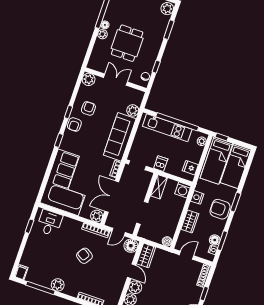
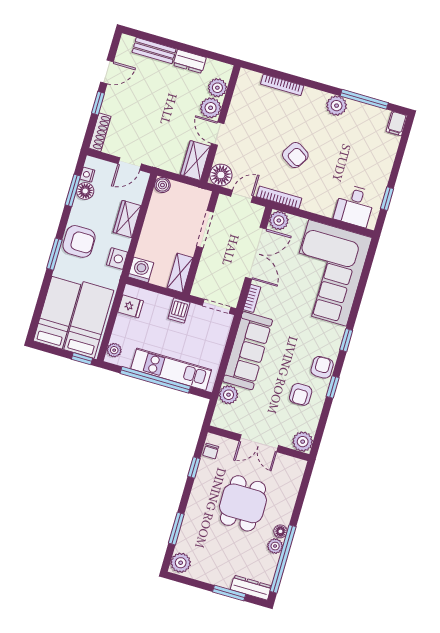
plant: (102, 34) -> (275, 546), moved

